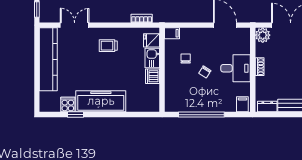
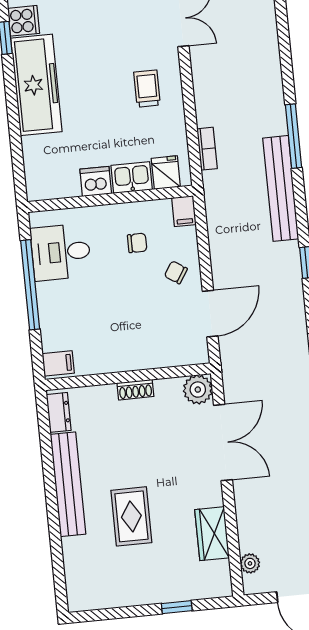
desk: (236, 68) -> (61, 252), moved, turned 90
chair: (205, 72) -> (176, 272), moved

